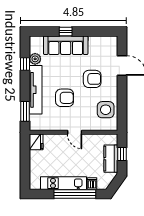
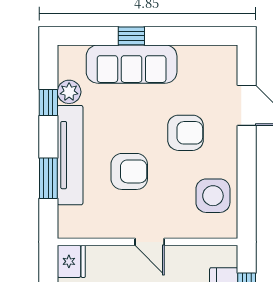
window: (25, 111) -> (48, 178), moved

